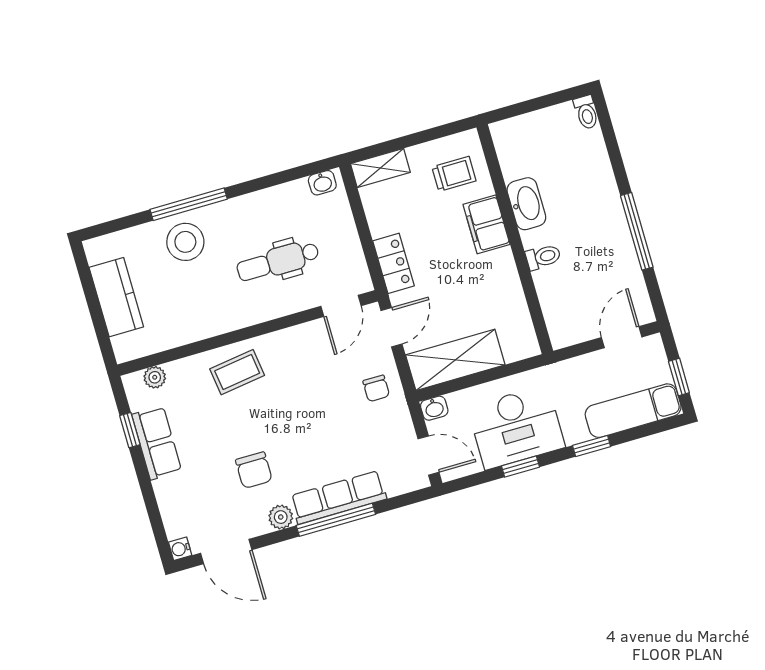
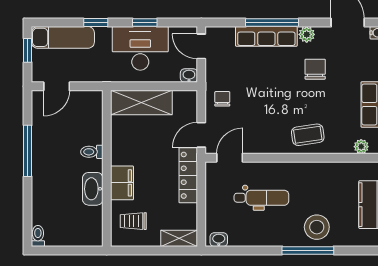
locker: (393, 263) -> (188, 175), width x1.53
shelving: (455, 360) -> (141, 102), moved

